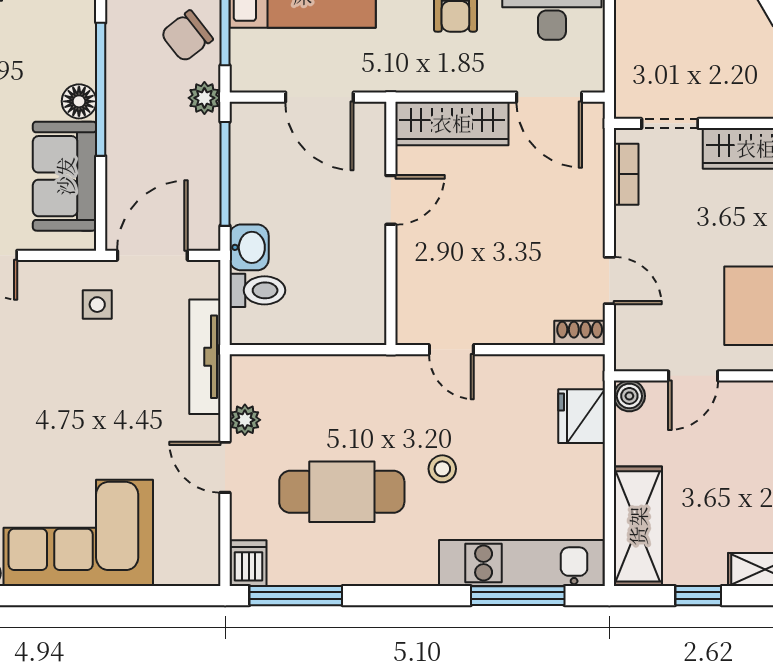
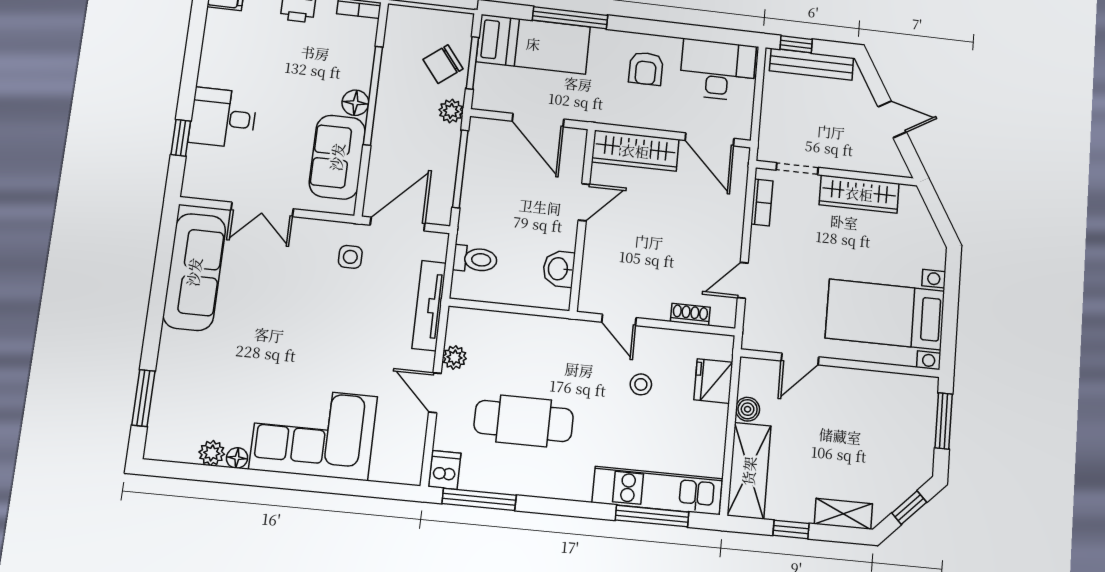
washbasin: (249, 247) -> (559, 269), moved, turned 180
door: (609, 281) -> (743, 280), swing flipped
shoe rack: (580, 333) -> (690, 314), moved
boiler: (629, 396) -> (748, 409), moved
stool: (442, 469) -> (641, 384), moved

